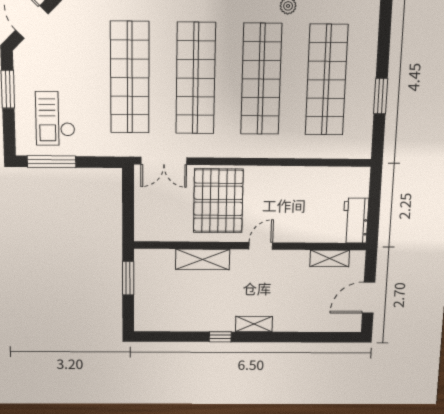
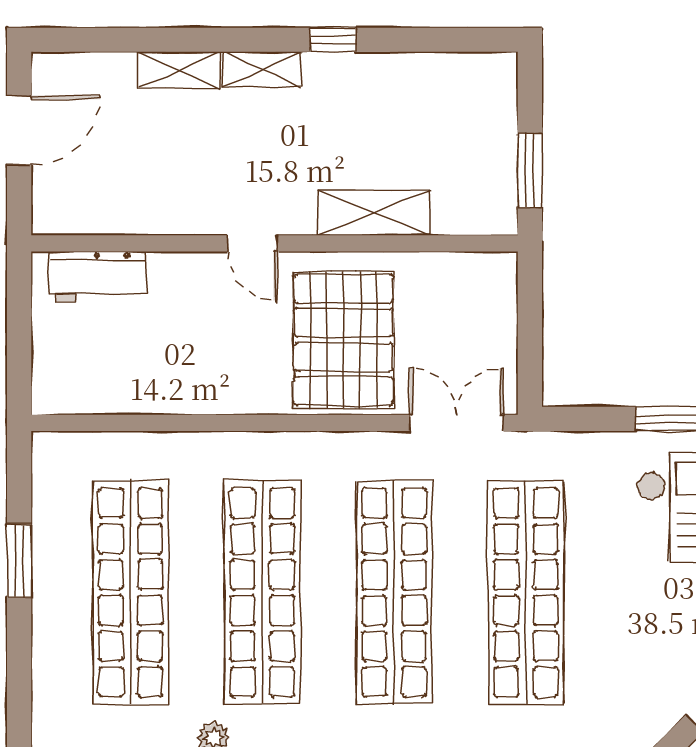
workbench: (356, 221) -> (97, 276), moved, turned 90
door: (261, 246) -> (253, 243), hinge flipped
shelving: (330, 258) -> (179, 70), moved

